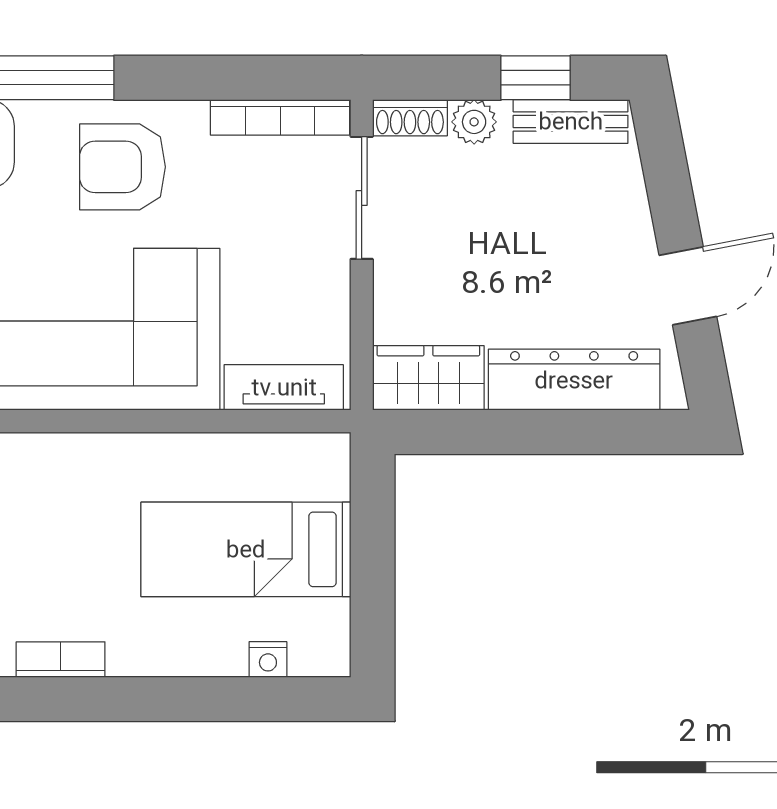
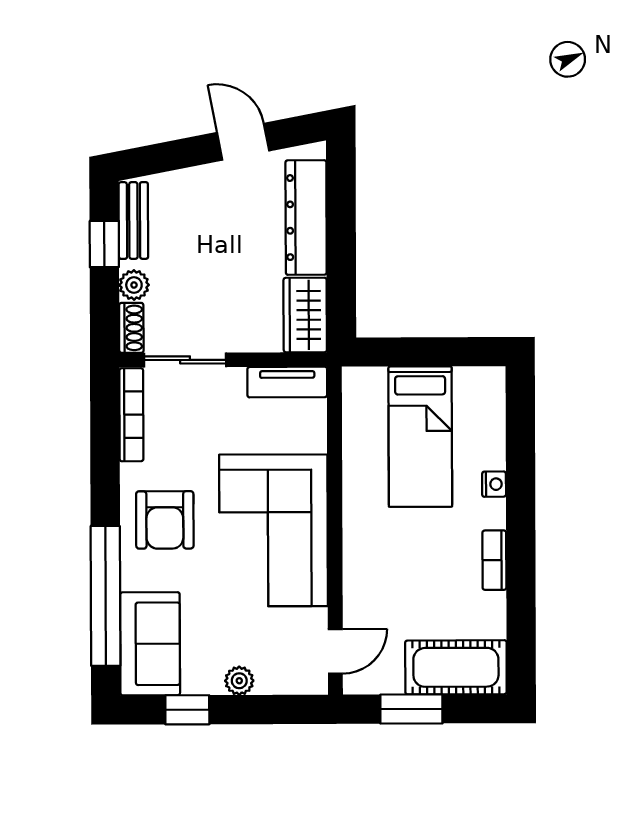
tv unit: (284, 387) -> (287, 382), moved, turned -90
nightstand: (268, 660) -> (494, 484), moved

